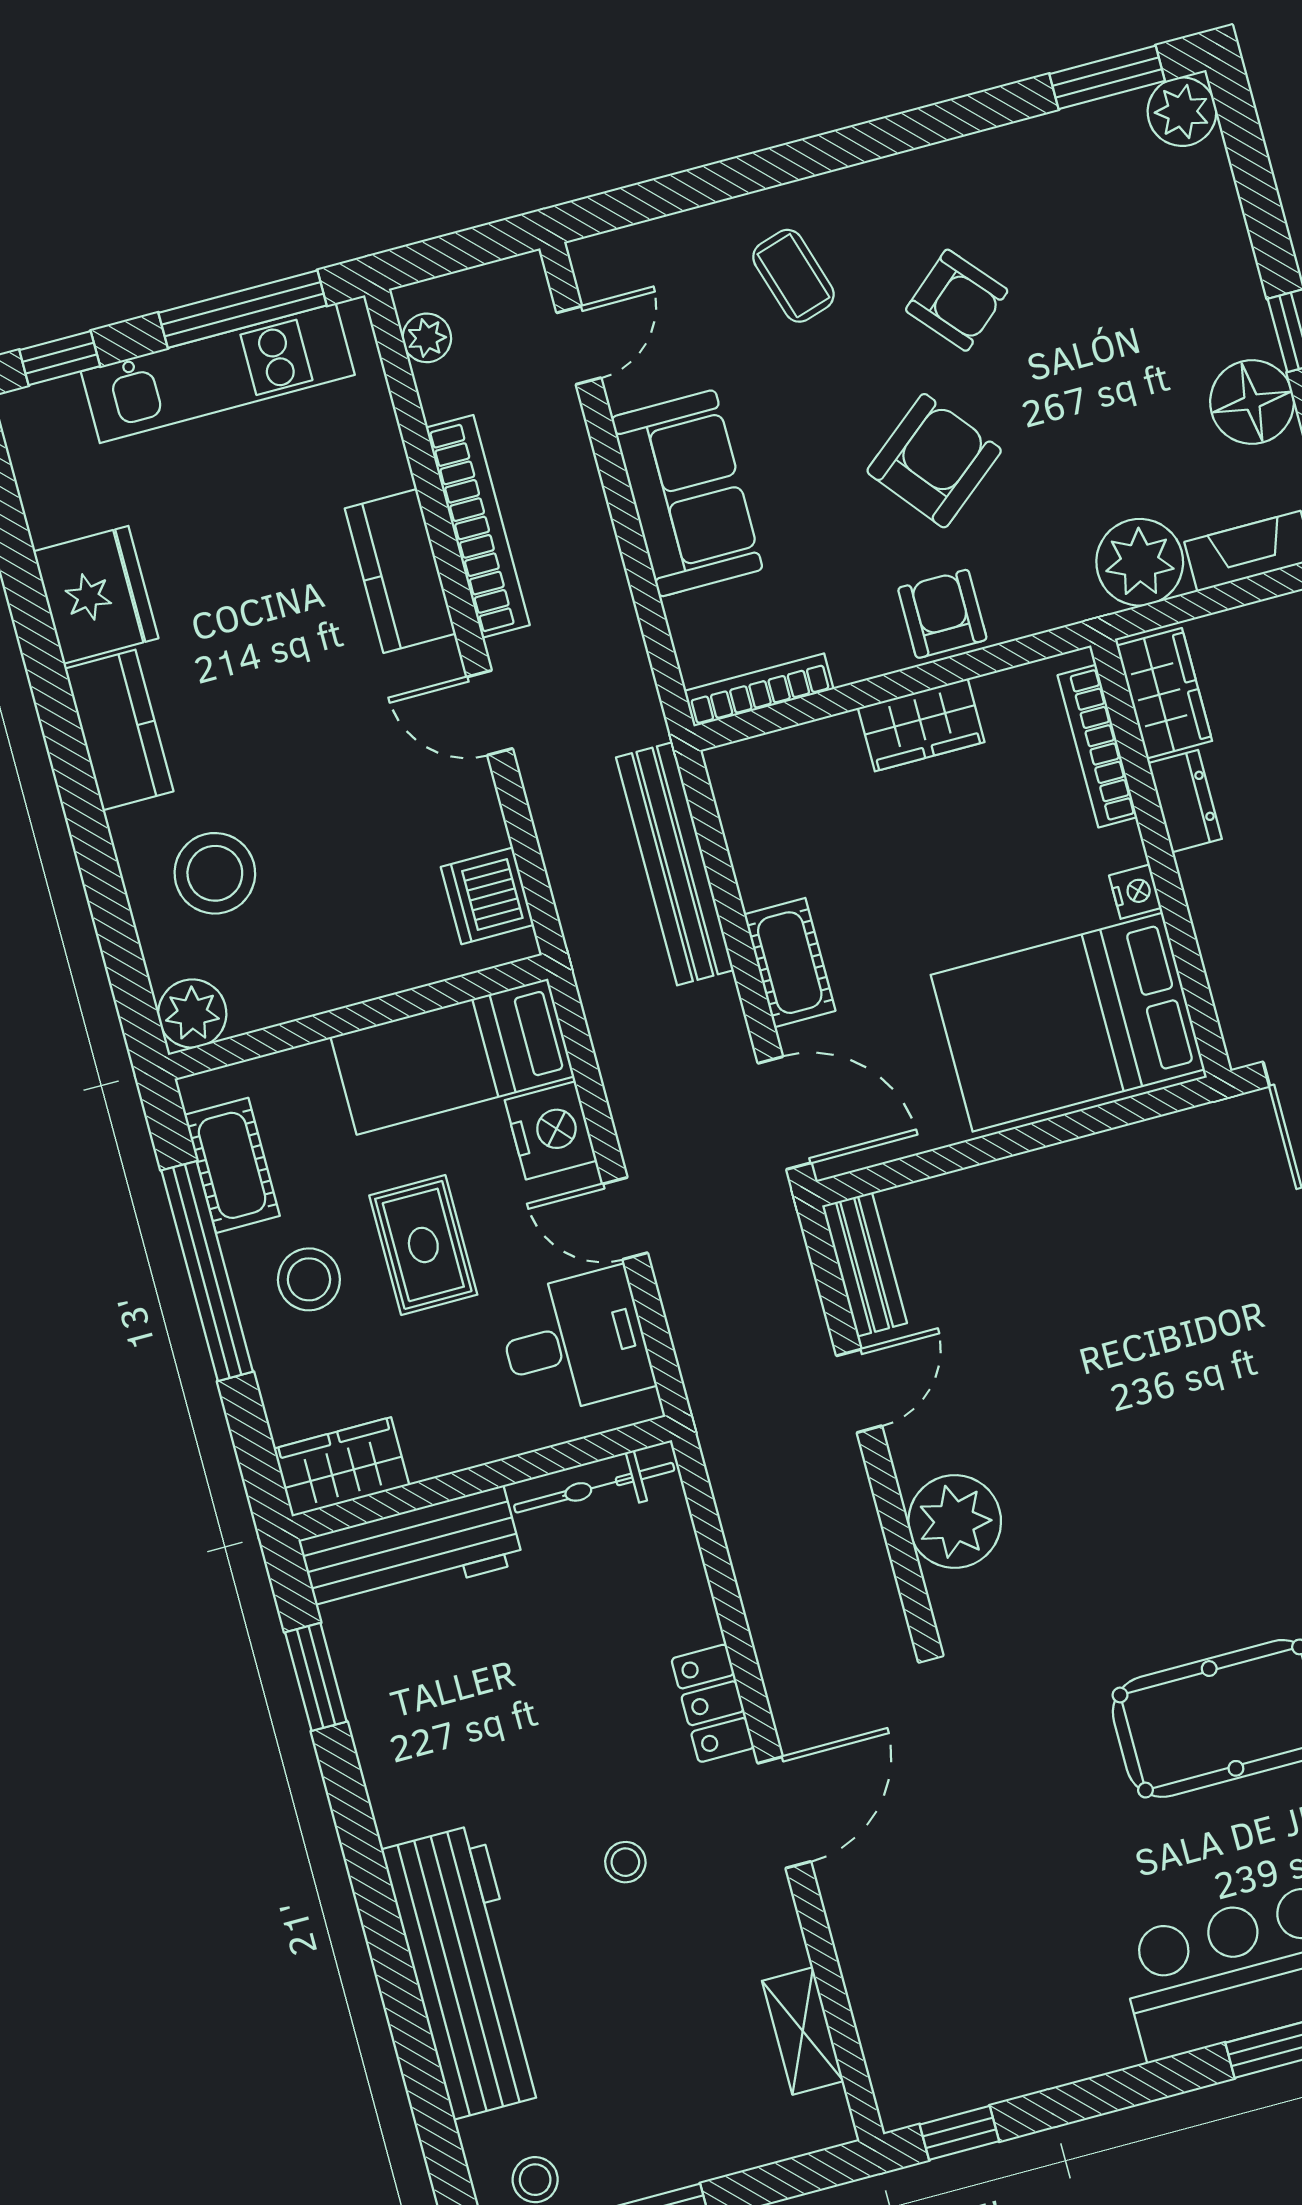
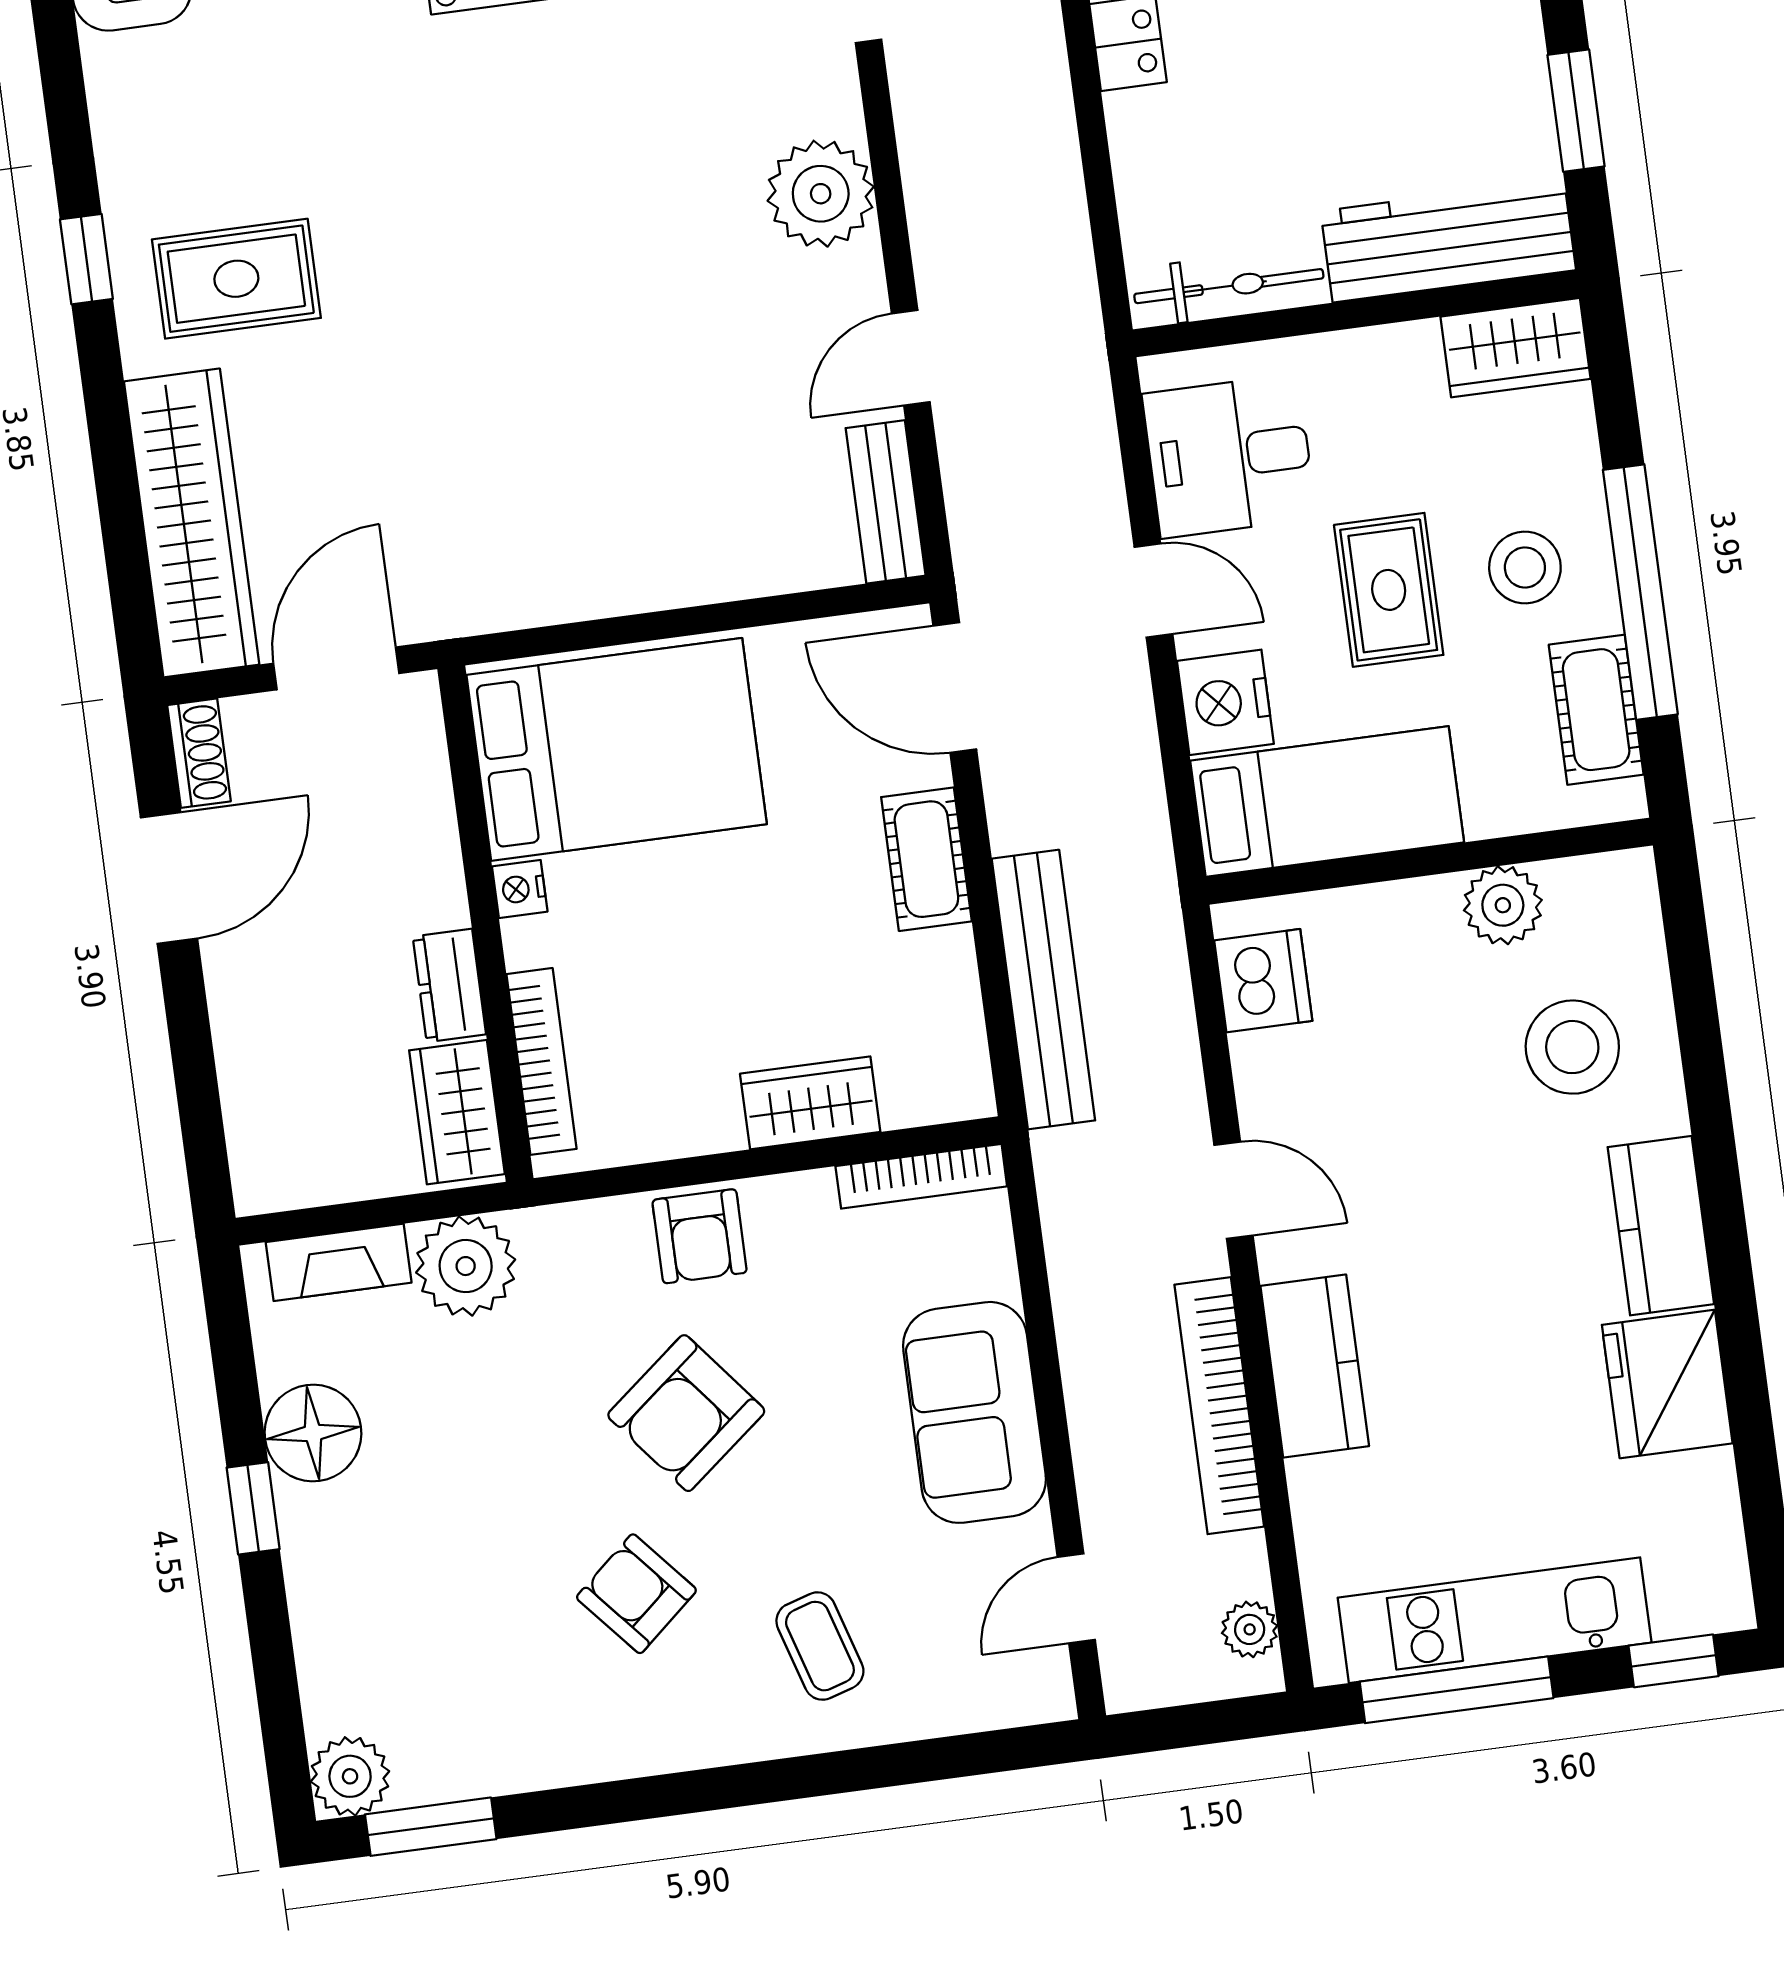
wardrobe: (921, 725) -> (810, 1103), moved
plant: (192, 1014) -> (1503, 905), moved

